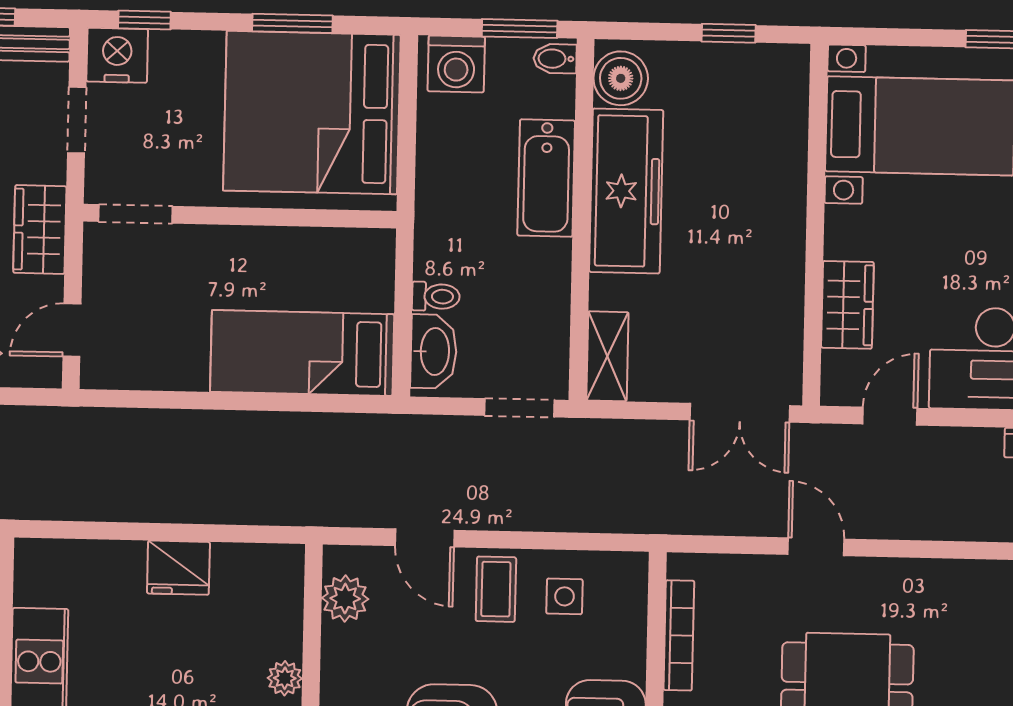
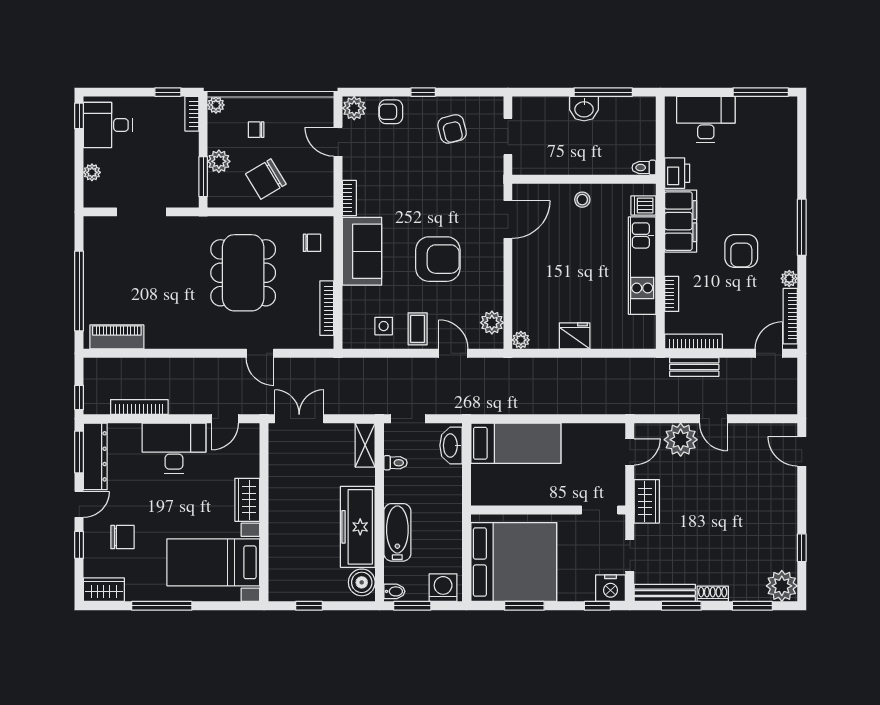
toilet: (436, 296) -> (395, 463), moved, turned 180
wardrobe: (847, 305) -> (247, 500), moved
plant: (285, 678) -> (521, 340), moved

